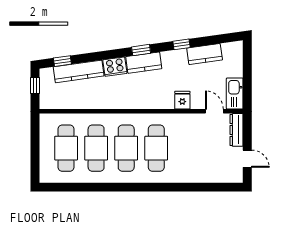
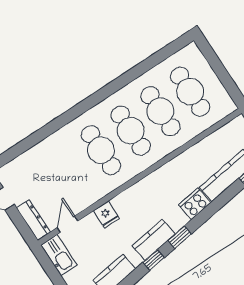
window: (181, 44) -> (154, 260), moved
kitchen counter: (144, 63) -> (154, 240), moved
door: (214, 111) -> (67, 224), swing flipped

